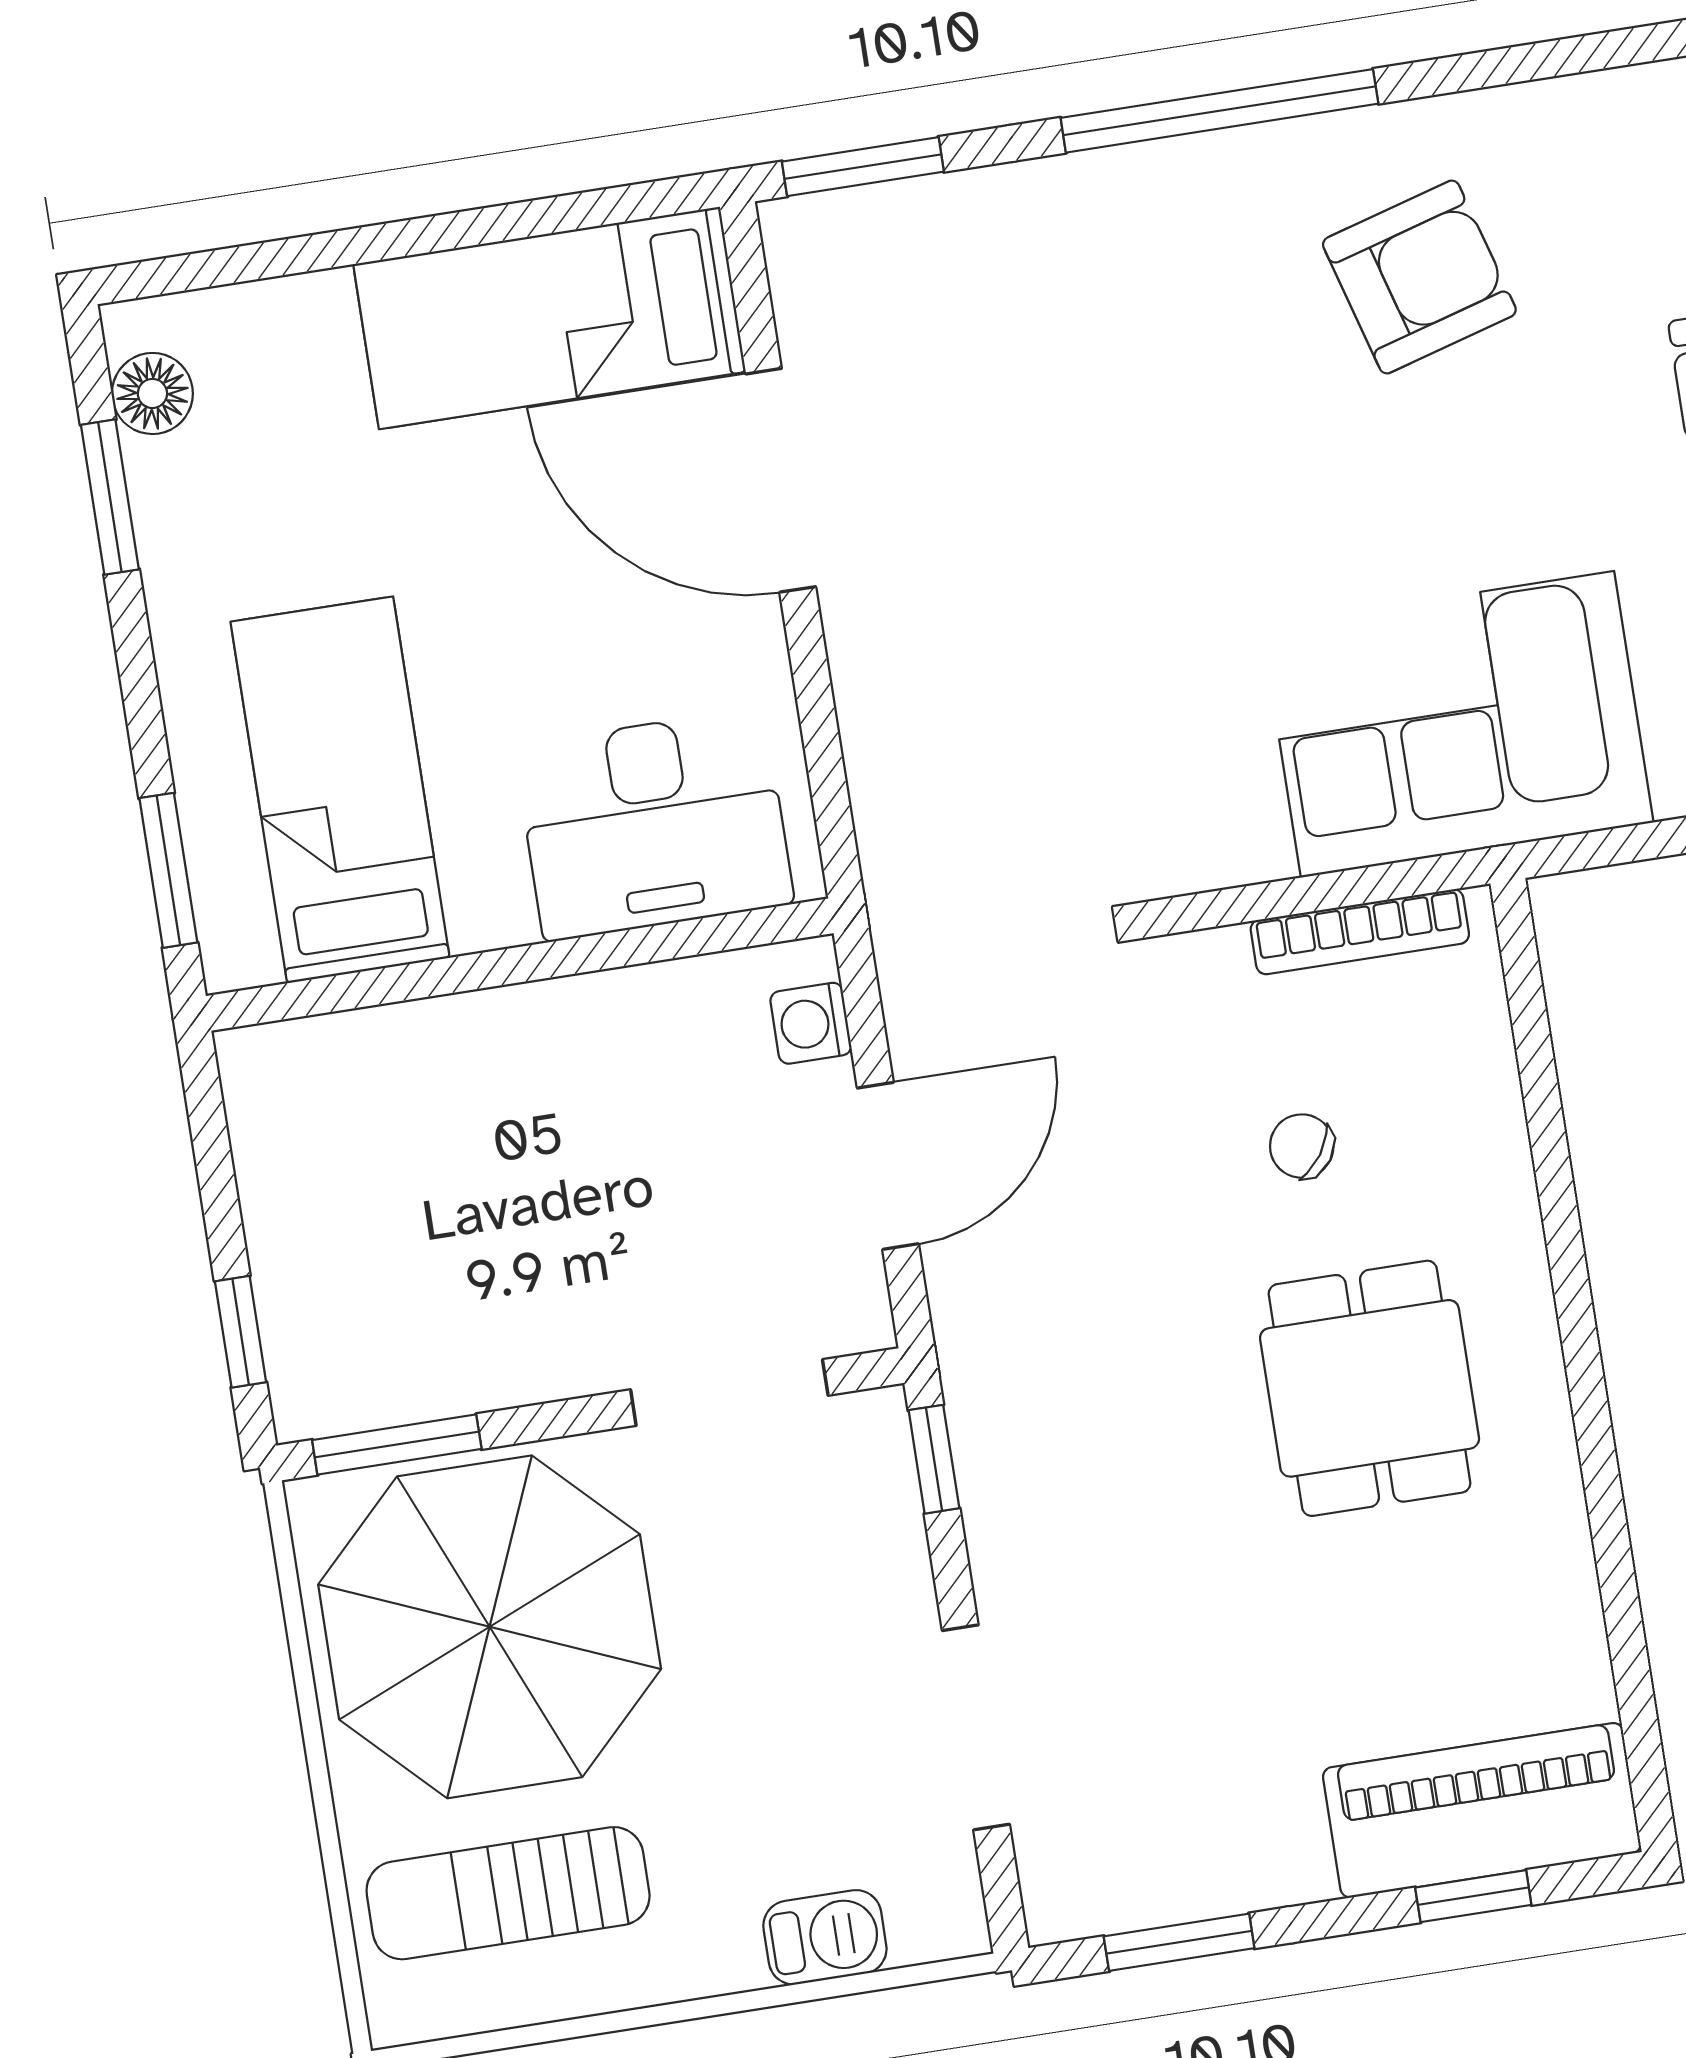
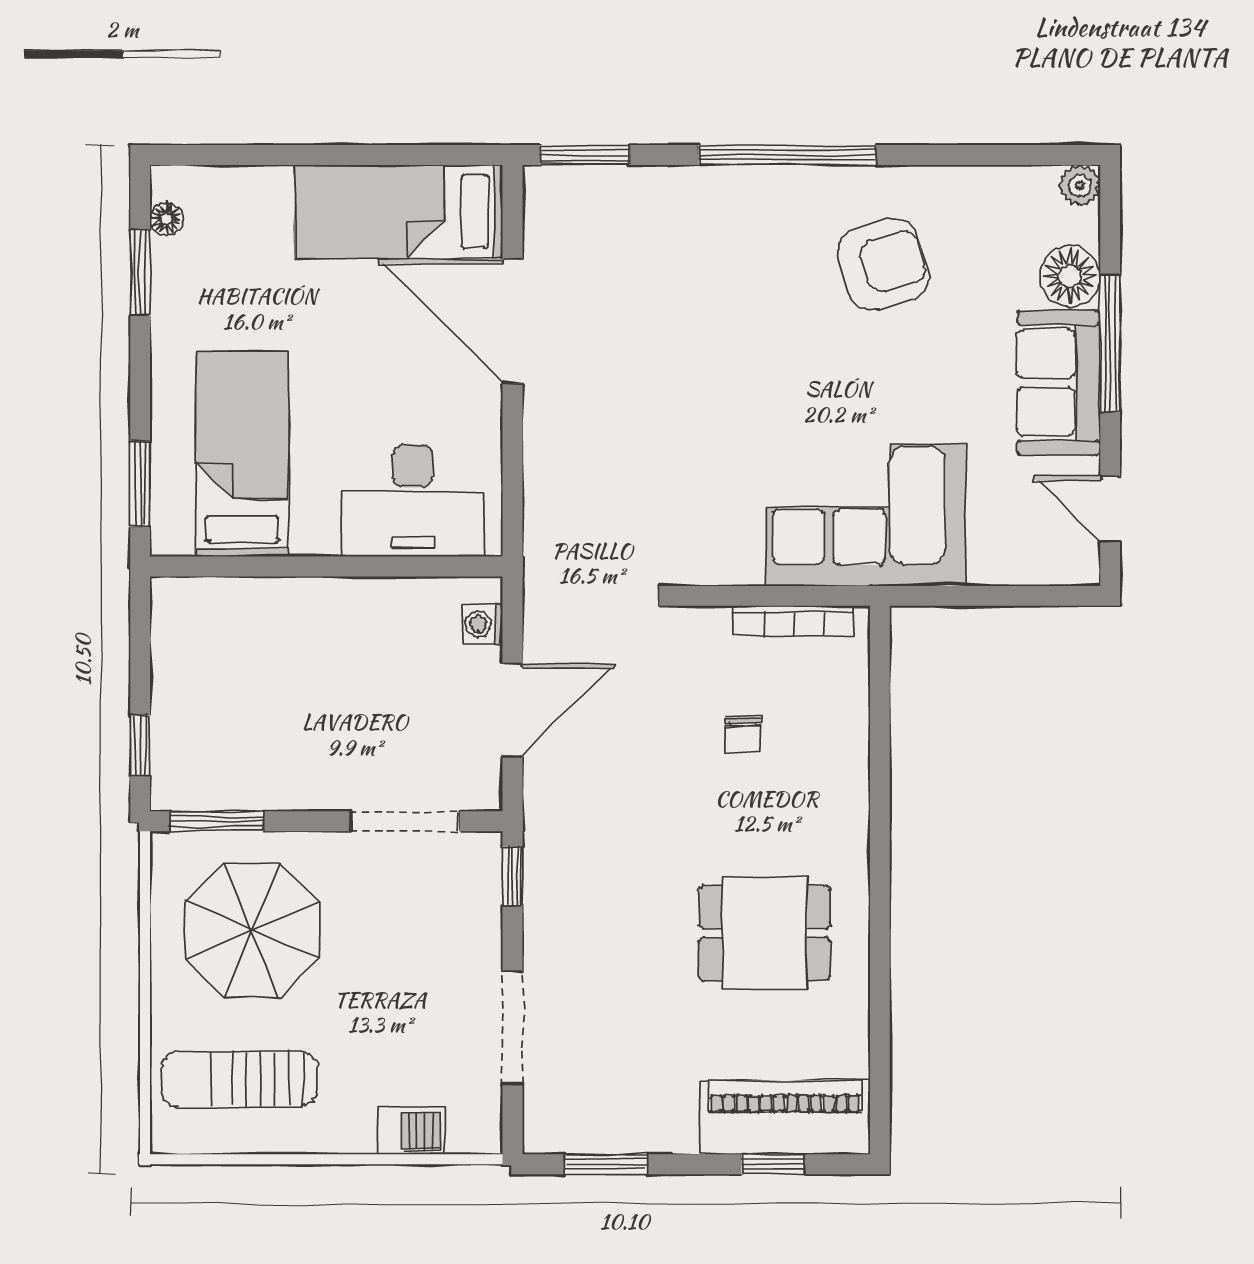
floor lamp: (152, 393) -> (166, 219), width x0.73, depth x0.73
chair: (1302, 1146) -> (743, 735), turned -125
dining table: (1370, 1388) -> (764, 933), moved, turned 90
parasol: (490, 1627) -> (252, 930), width x0.73, depth x0.73

